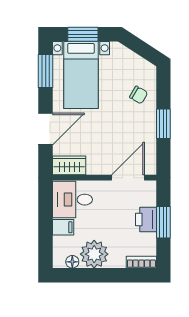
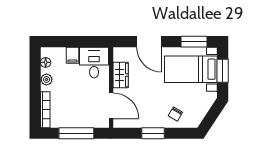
wardrobe: (69, 165) -> (121, 75), moved
printer: (146, 220) -> (79, 120), removed
window: (163, 222) -> (76, 133), width x1.44
plant: (94, 254) -> (46, 79), width x0.53, depth x0.53
bookcase: (141, 262) -> (45, 110), width x1.56

